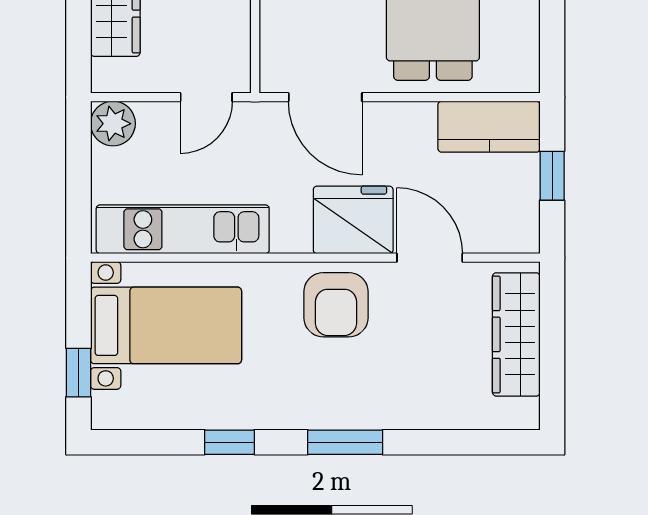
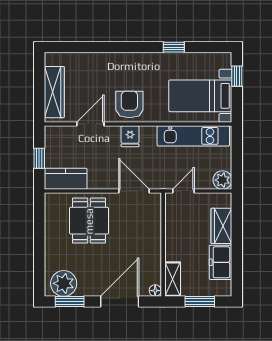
fridge: (353, 220) -> (130, 136), width x0.53, depth x0.75
door: (430, 258) -> (90, 124), swing flipped
window: (345, 442) -> (126, 47), removed

